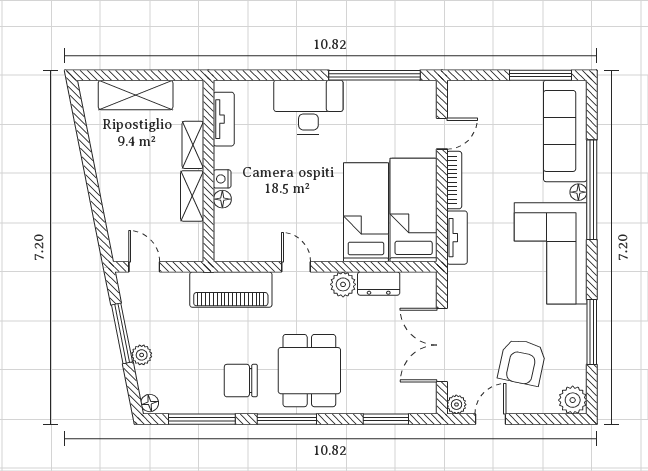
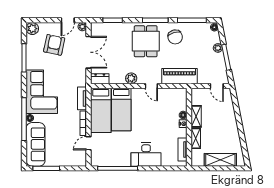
dresser: (379, 284) -> (100, 79), moved
chair: (241, 381) -> (175, 37), turned 73

